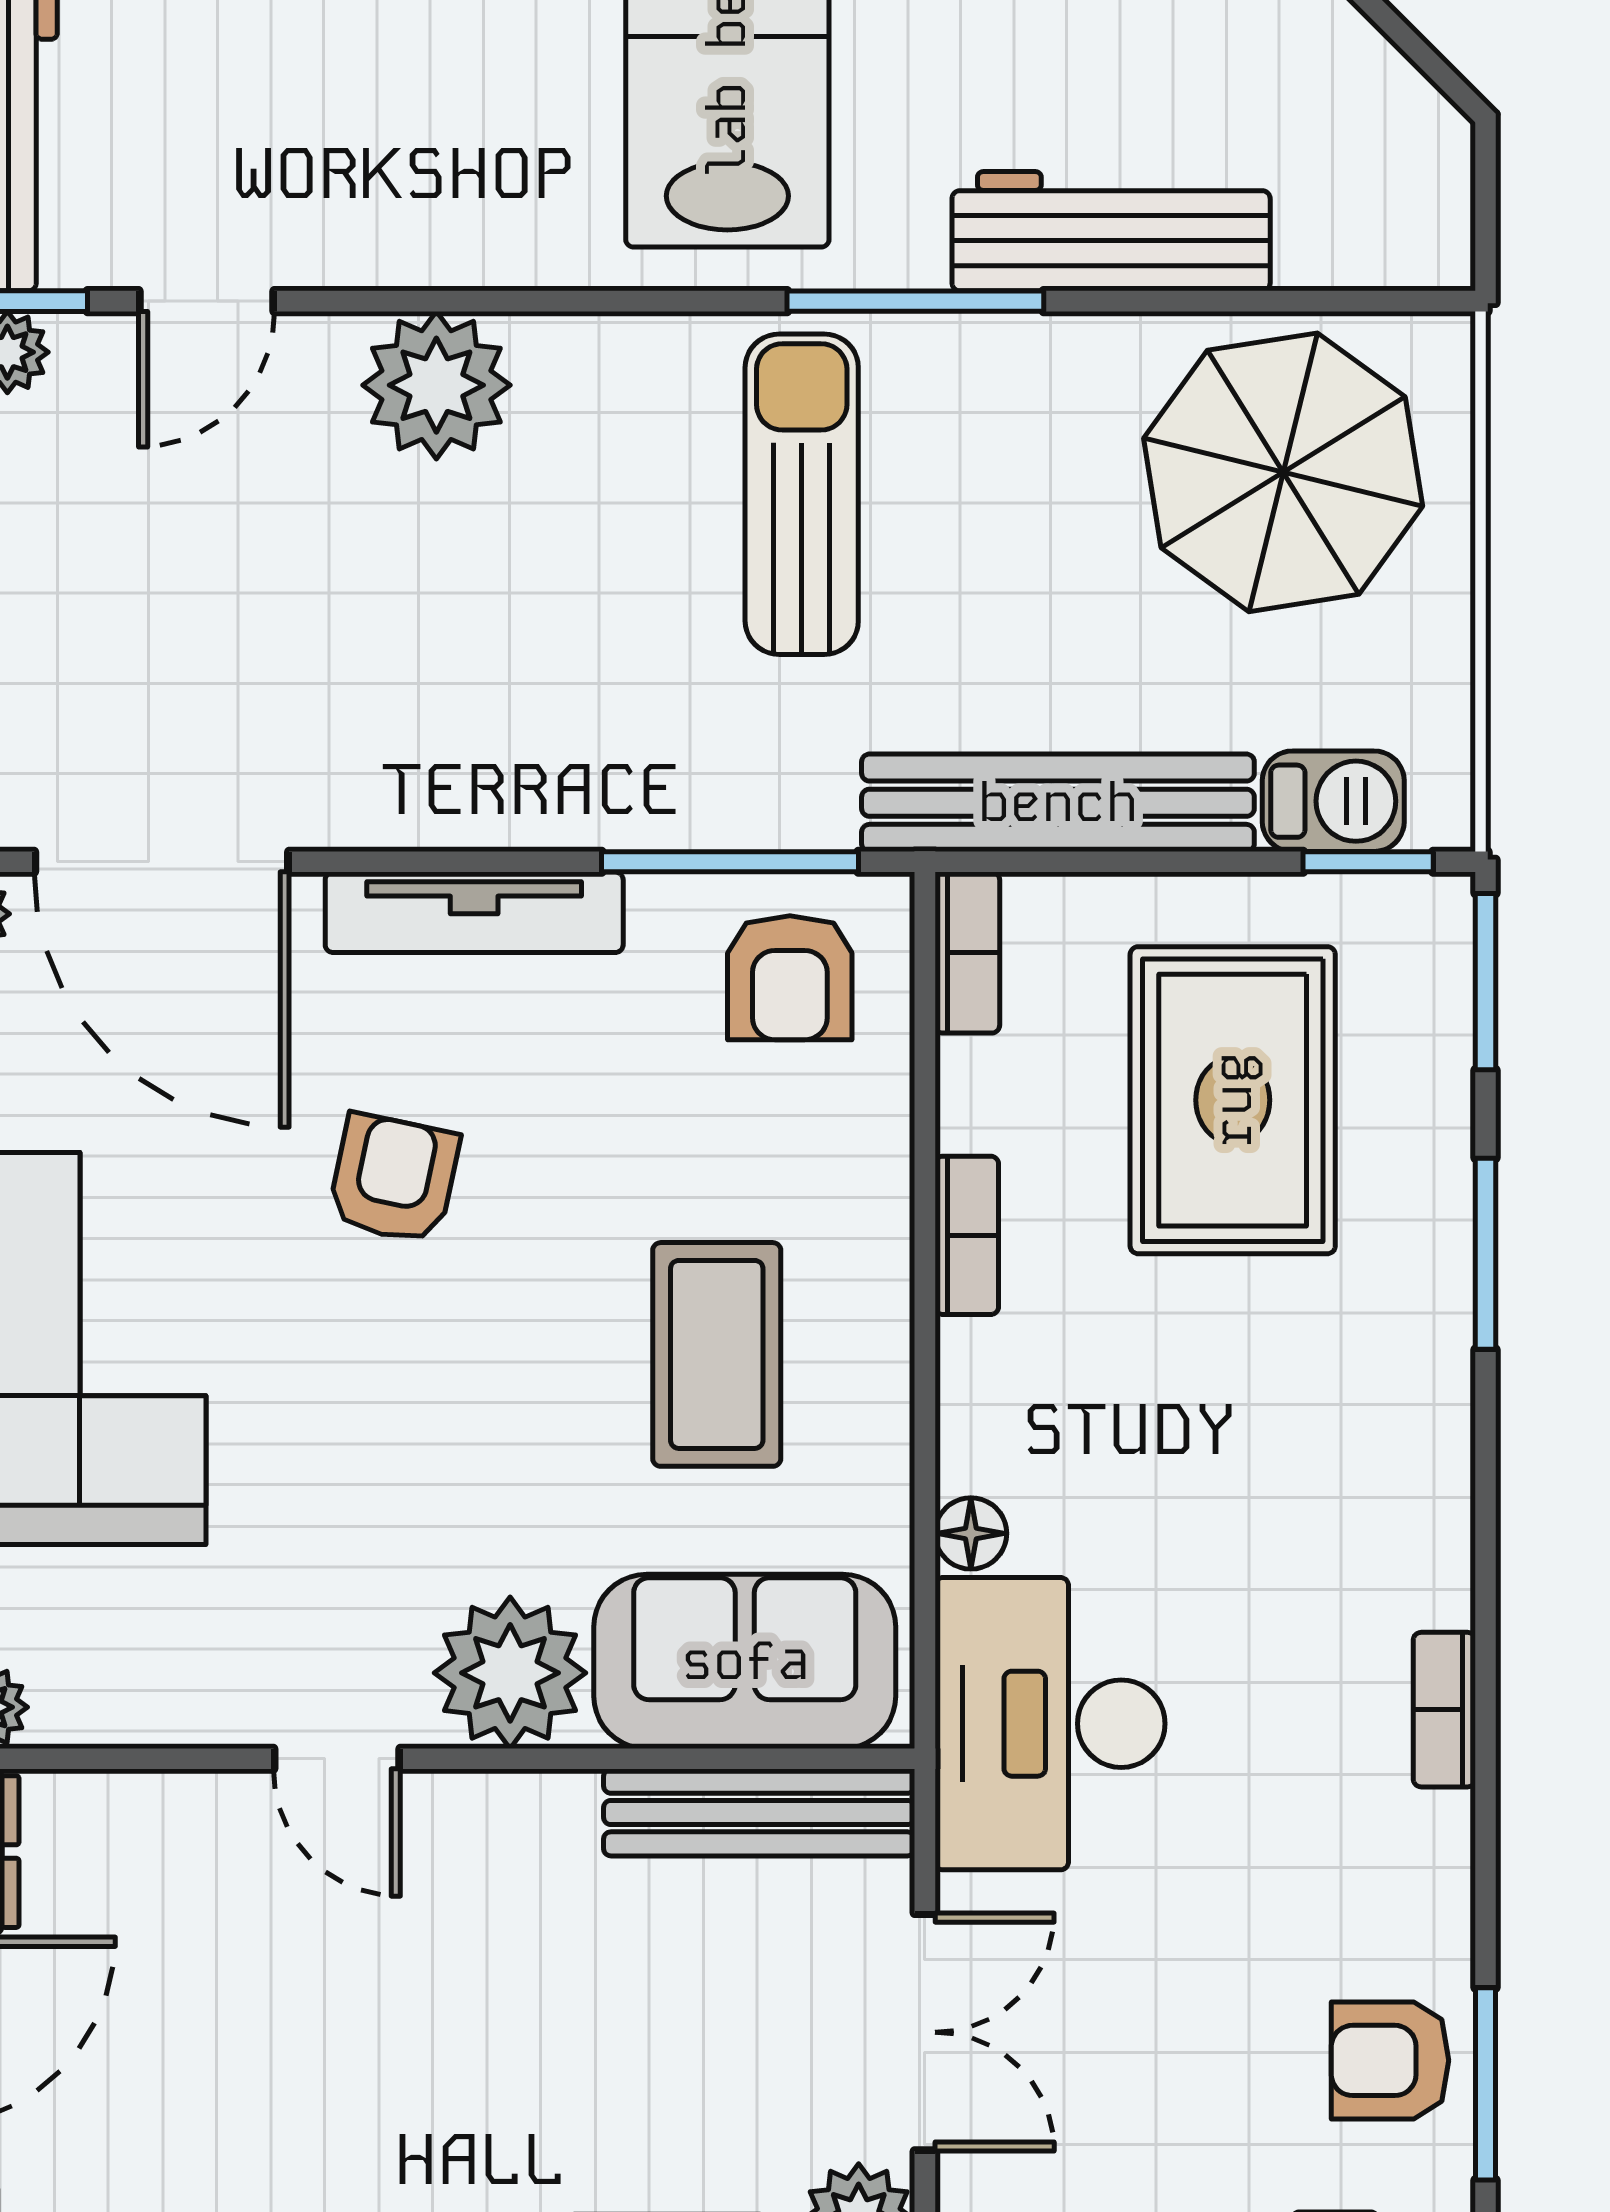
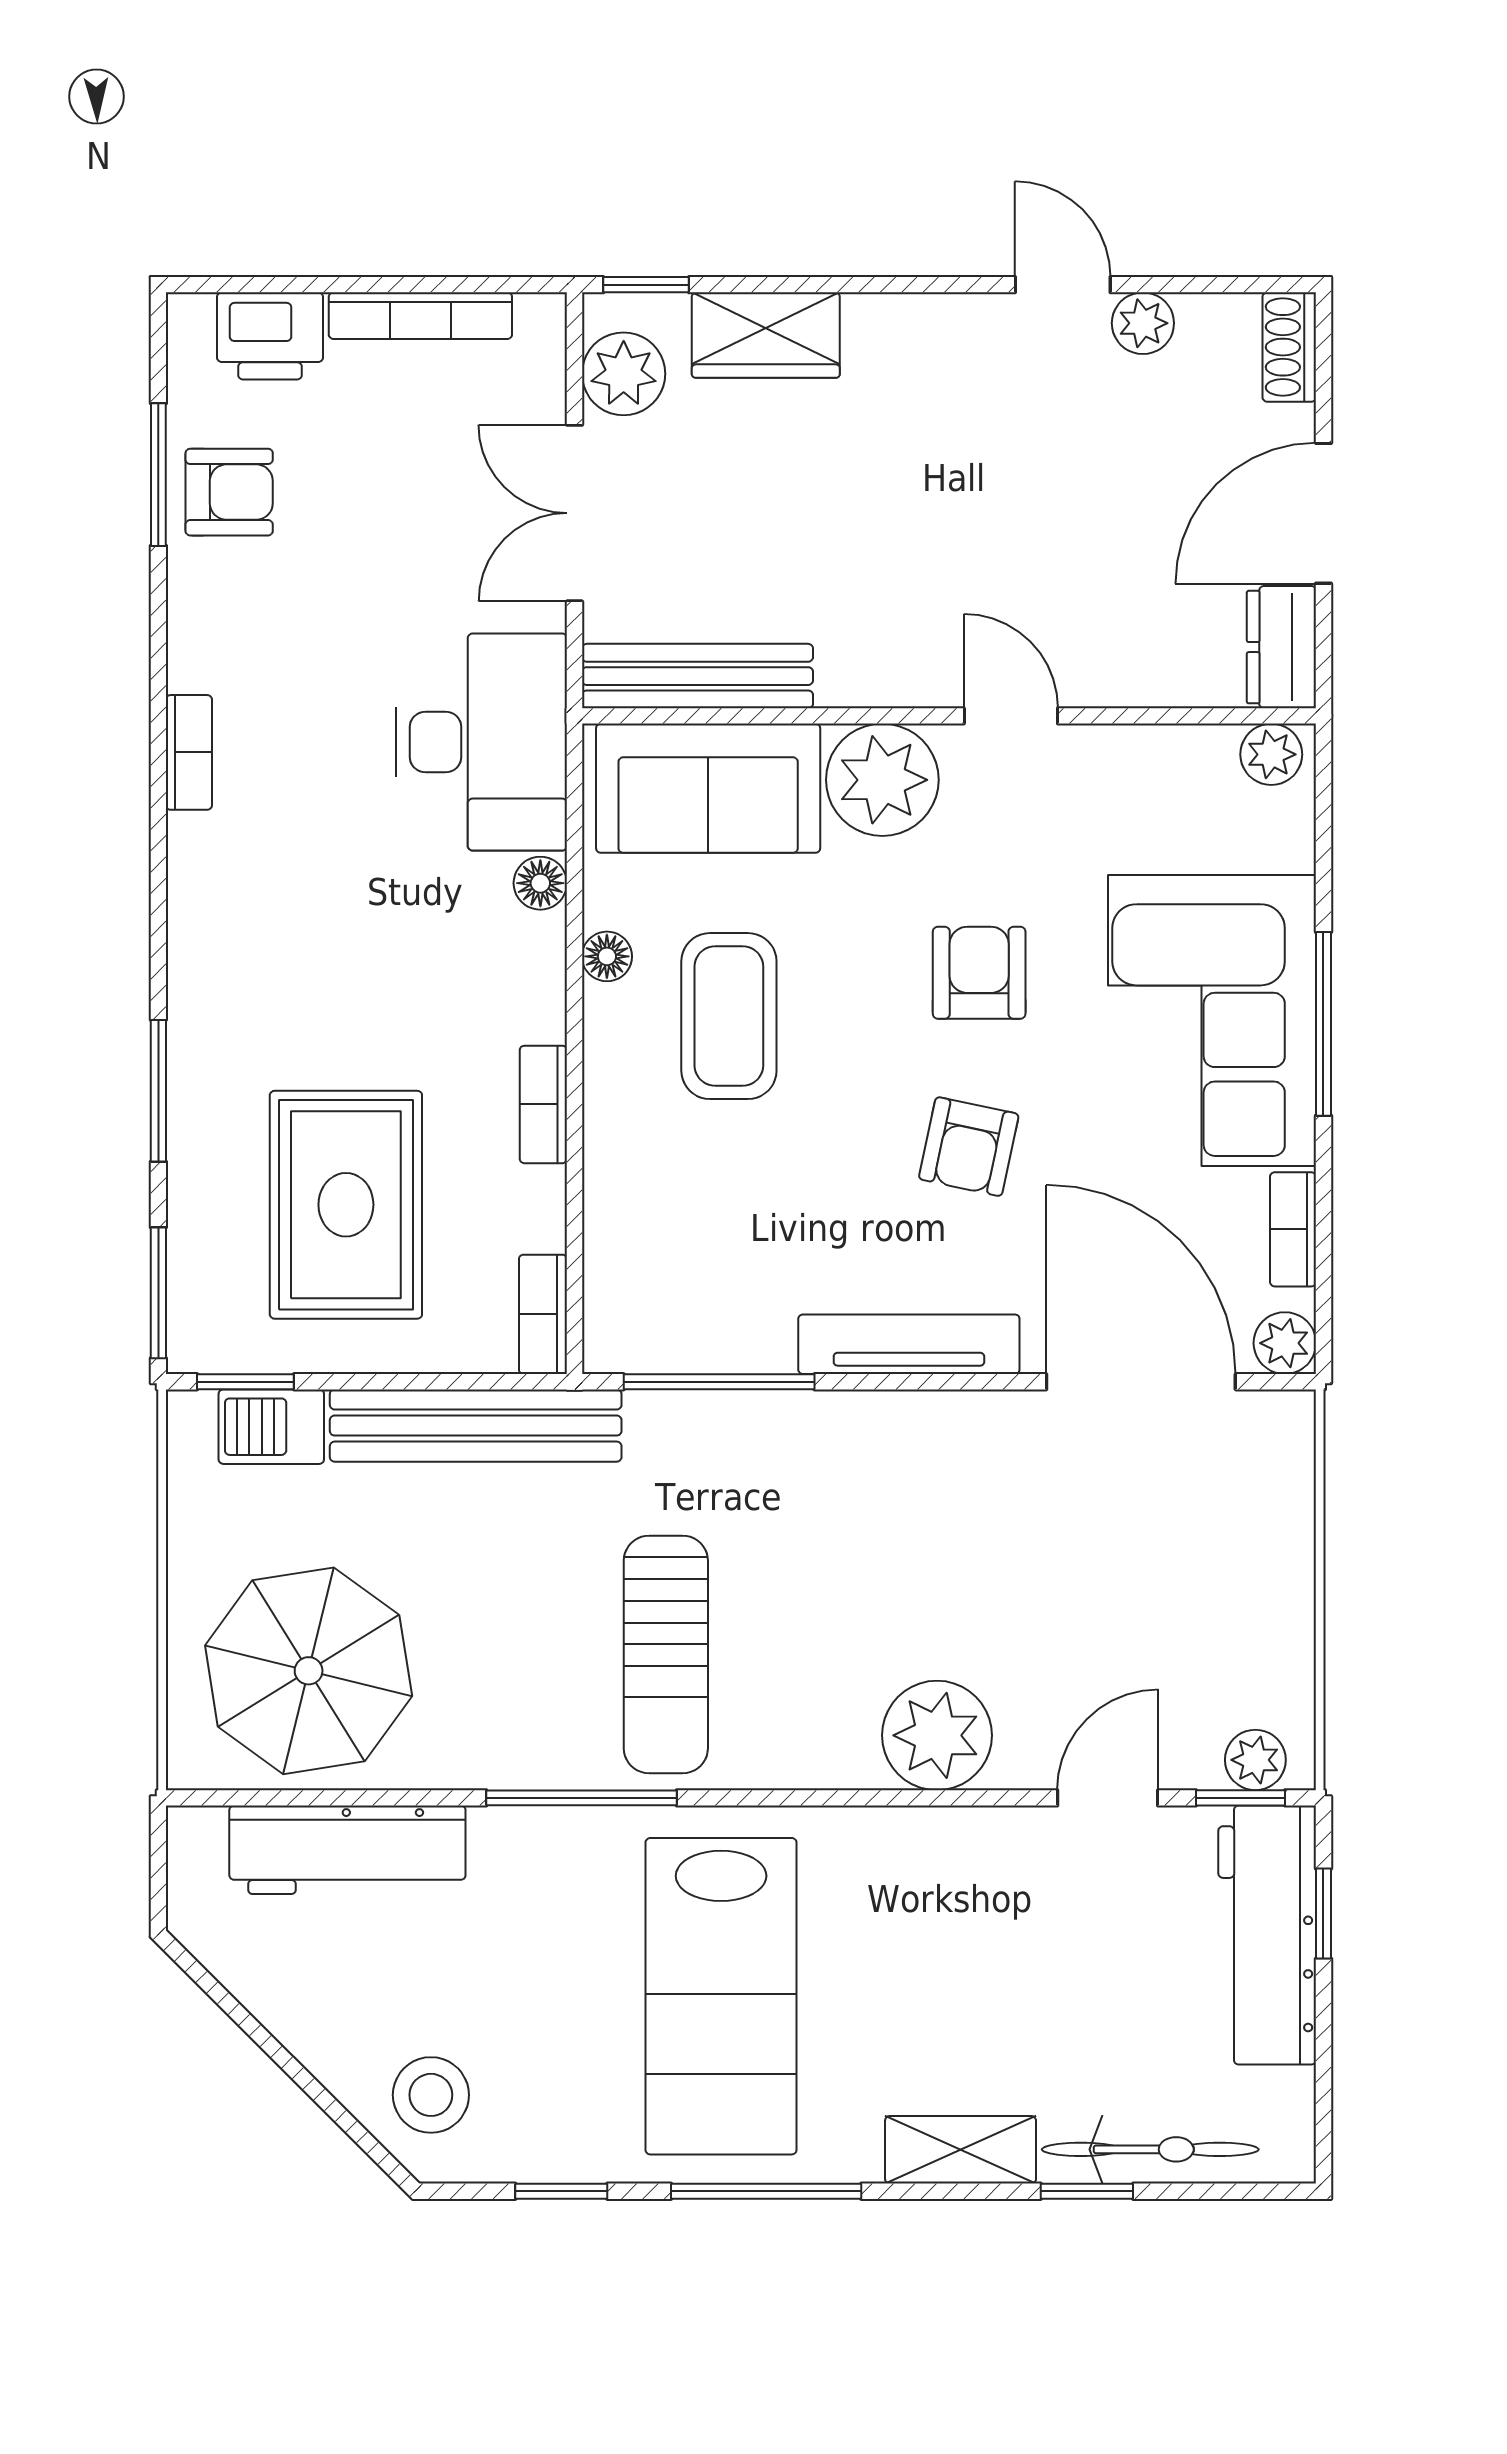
workbench: (1111, 231) -> (347, 1850), moved
armchair: (790, 978) -> (979, 973), moved
floor lamp: (881, 1435) -> (607, 956), added

